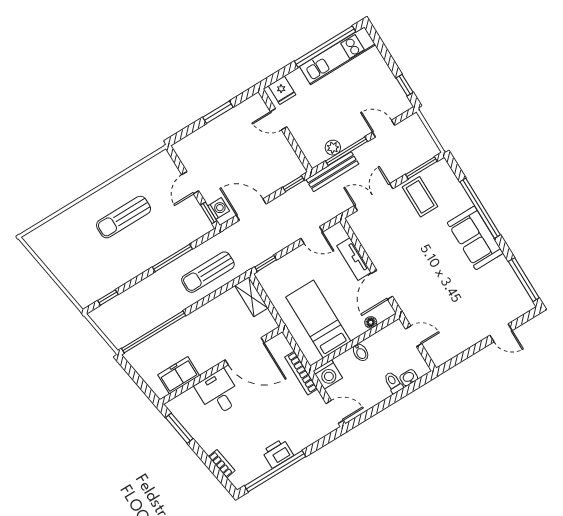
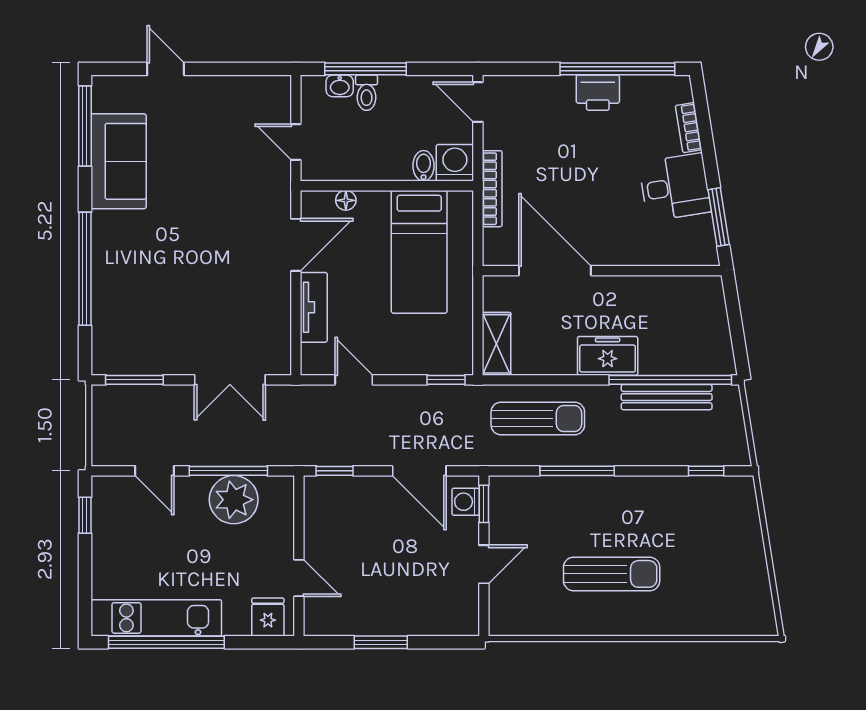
plant: (333, 148) -> (234, 500), width x1.87, depth x1.87
bench: (332, 172) -> (667, 397), moved
coffee table: (420, 197) -> (162, 339), removed
sofa: (475, 238) -> (119, 161), moved
bidet: (361, 352) -> (424, 166), moved
freezer: (179, 375) -> (608, 356), moved, turned 180
desk: (218, 393) -> (675, 187), moved, turned -99
window: (401, 394) -> (366, 69), added

